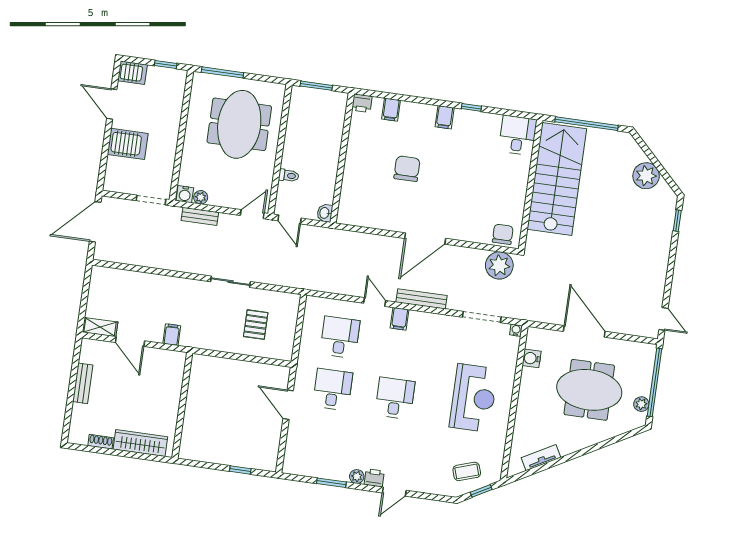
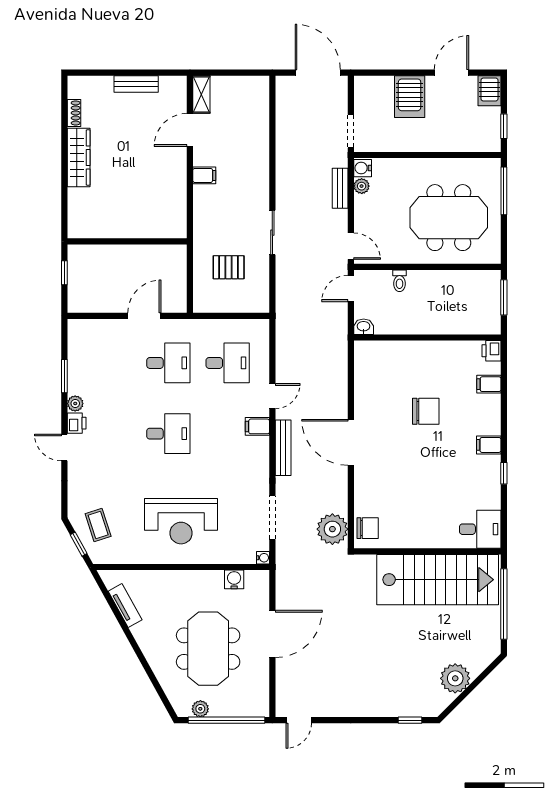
wall: (182, 405) -> (127, 241), moved

